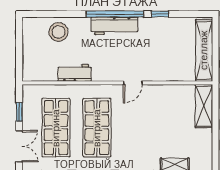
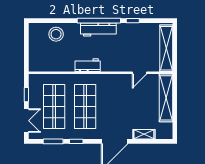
workbench: (75, 73) -> (88, 65), moved
door: (133, 83) -> (139, 73), moved
shelving: (204, 106) -> (166, 98), width x1.47

